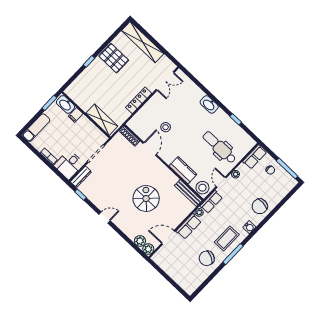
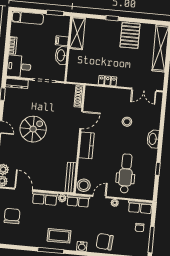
locker: (139, 100) -> (108, 81), width x0.66
washbasin: (66, 104) -> (61, 55), moved
shelving: (102, 120) -> (77, 33), moved
stool: (166, 127) -> (127, 122), moved
kitchen counter: (183, 170) -> (87, 145), moved
spiral stairs: (146, 199) -> (33, 129), moved
chair: (207, 258) -> (12, 216), moved, turned 64

